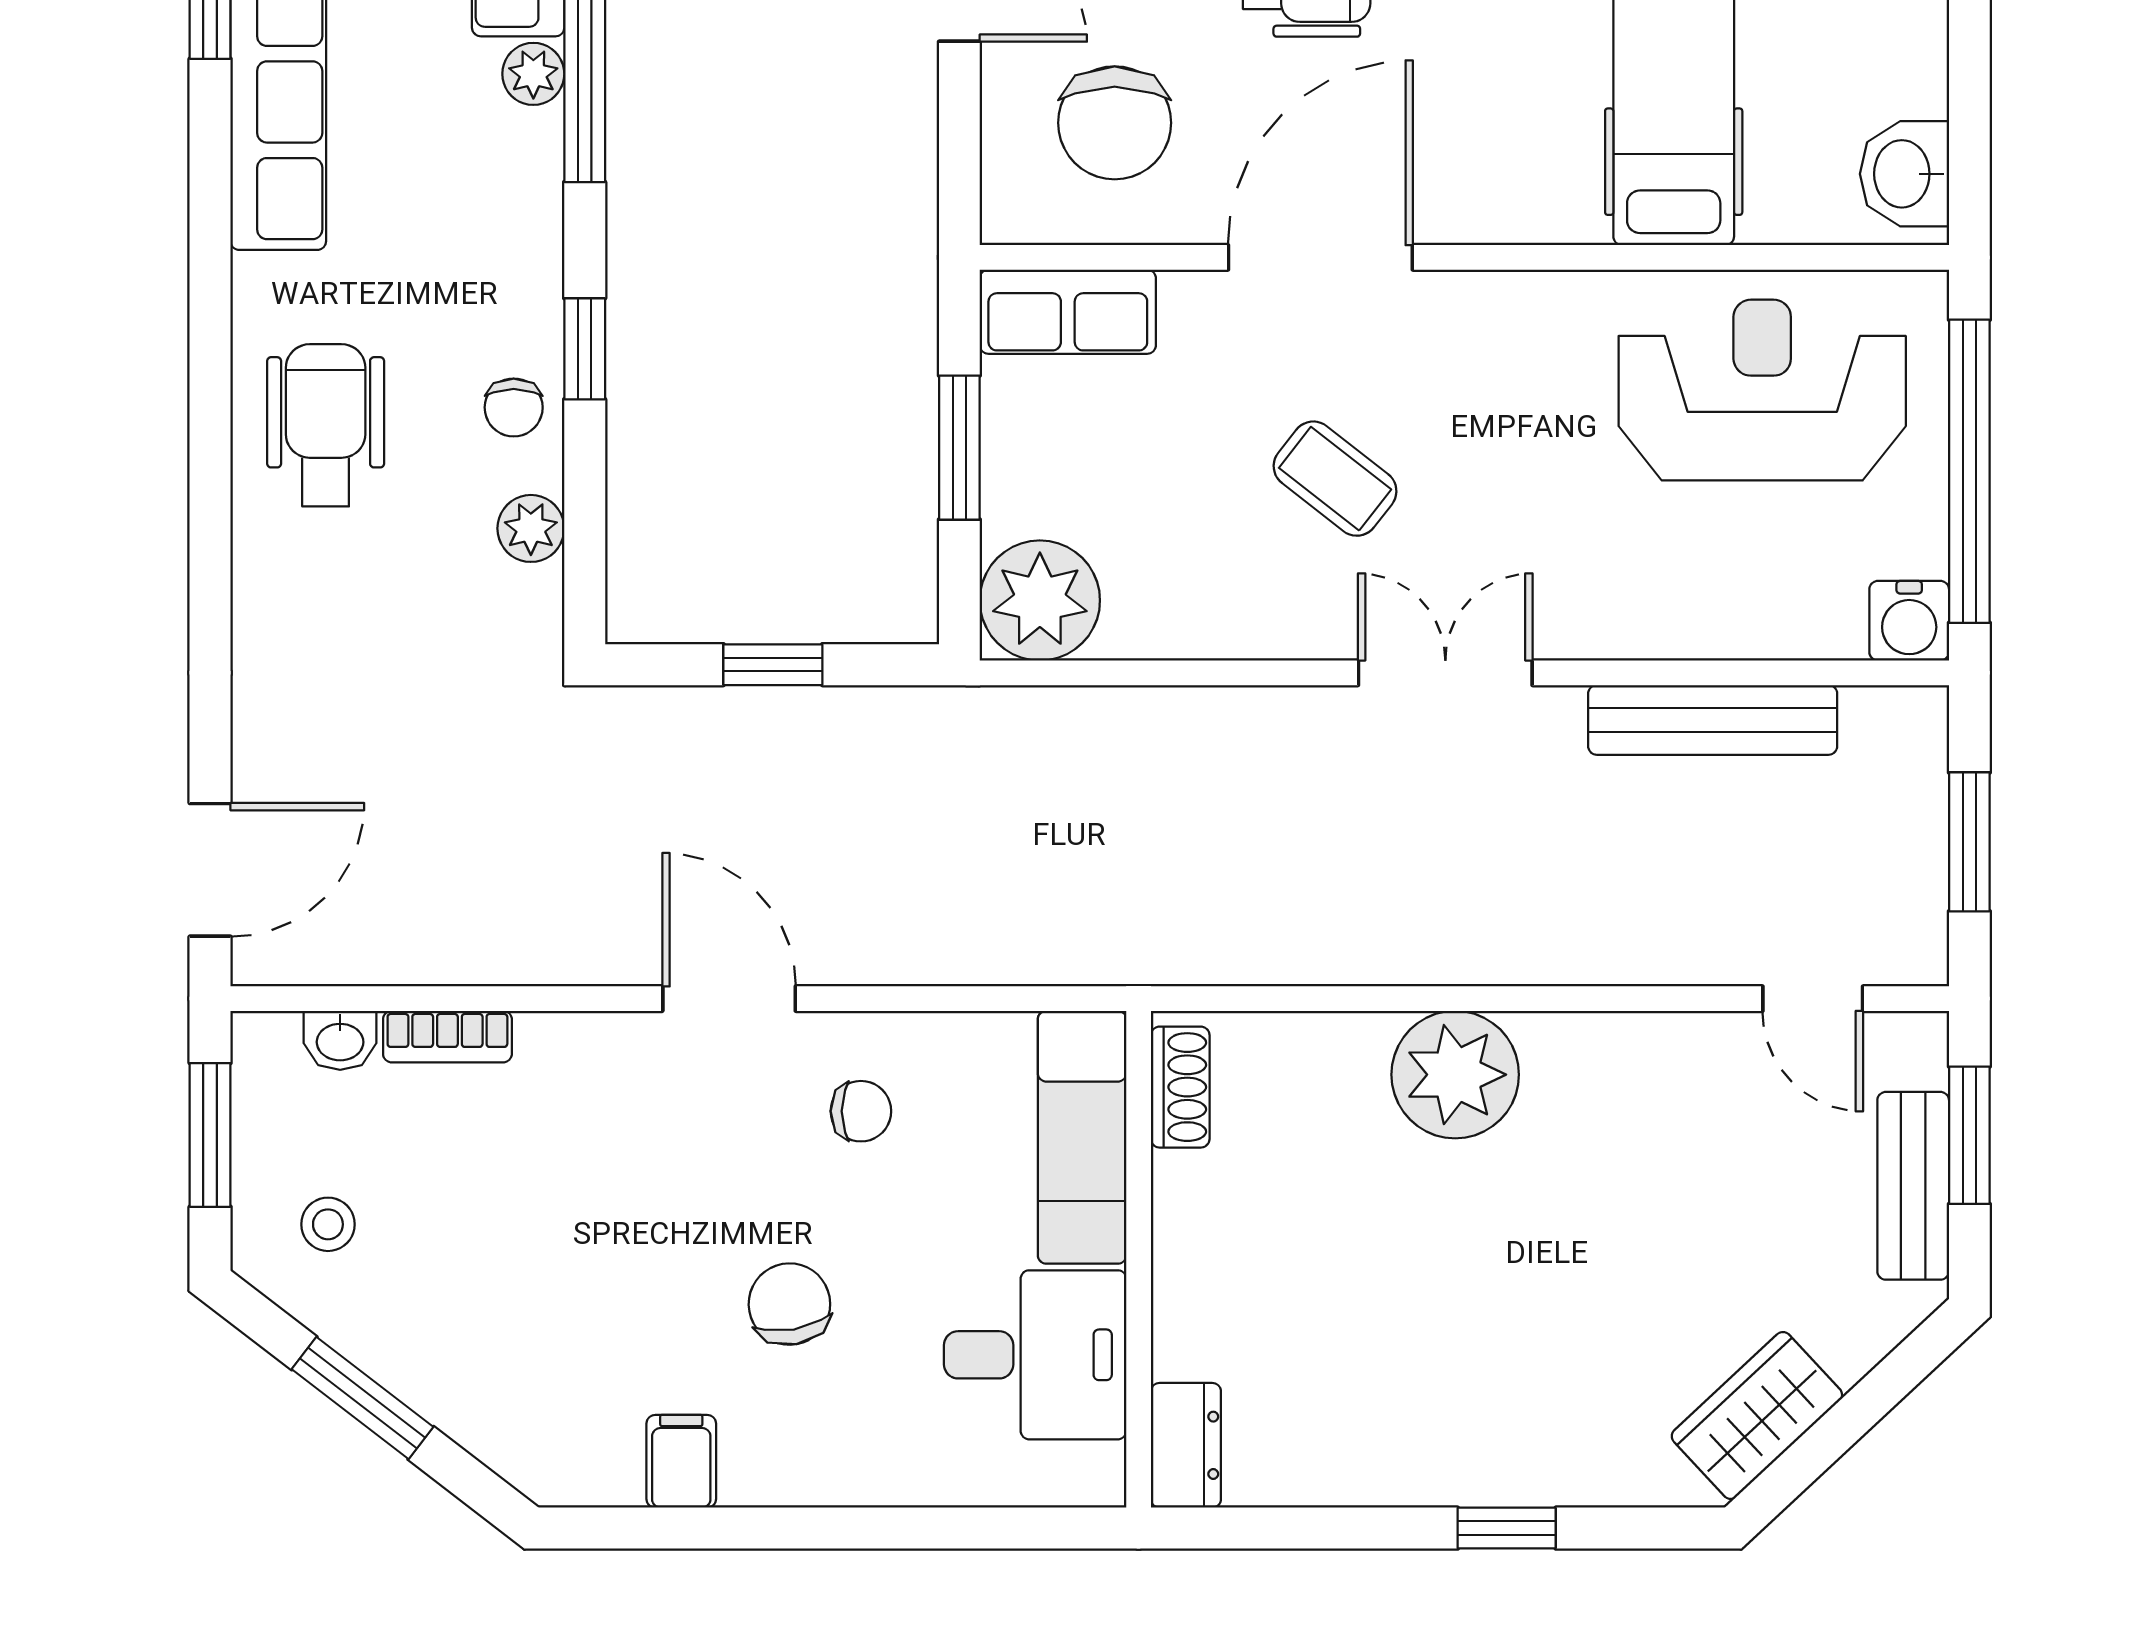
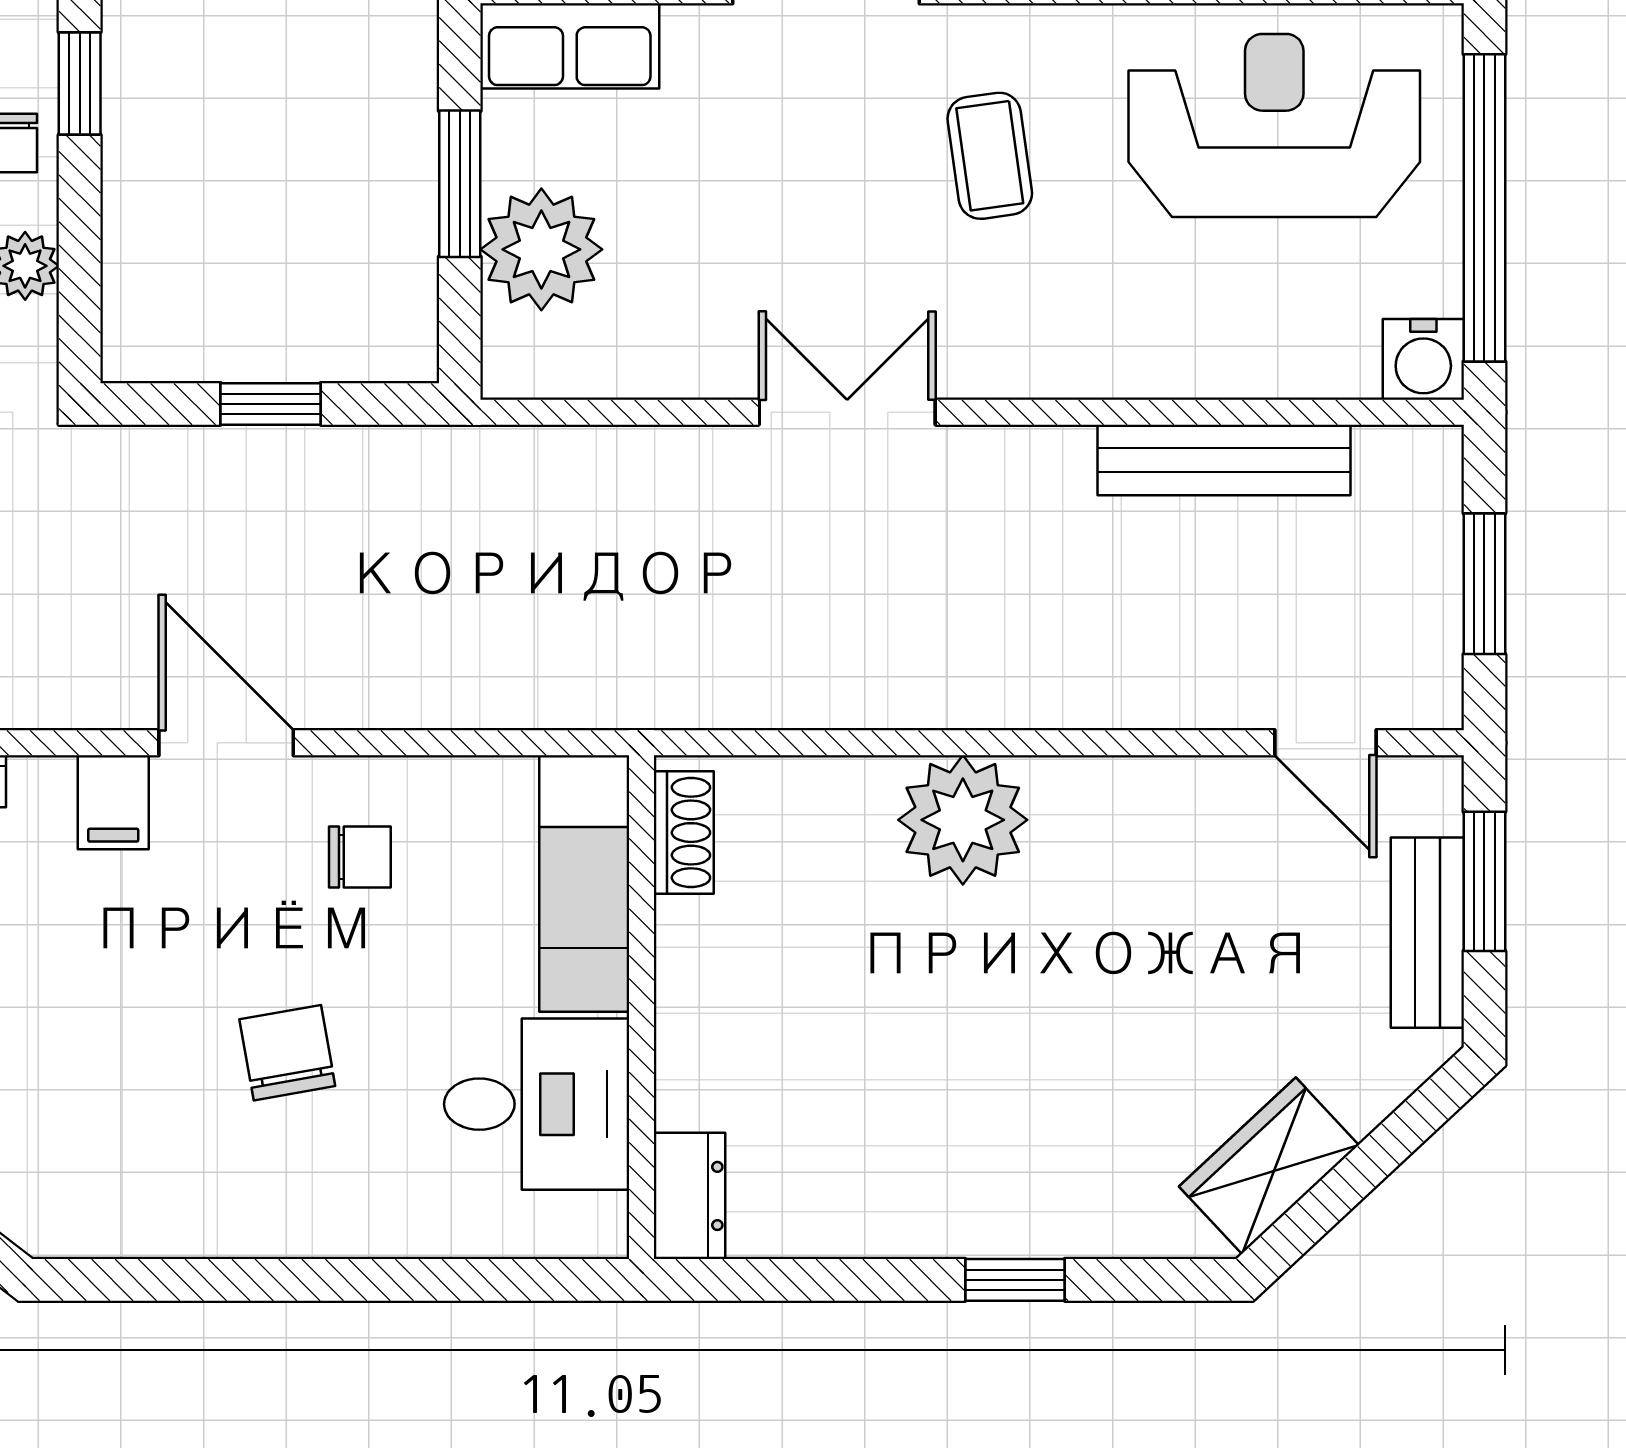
coffee table: (1335, 479) -> (990, 156), moved, turned 44
plant: (1040, 600) -> (541, 249), moved
double door: (1445, 673) -> (847, 412), moved
filing cabinet: (681, 1461) -> (113, 802), moved, turned 180

